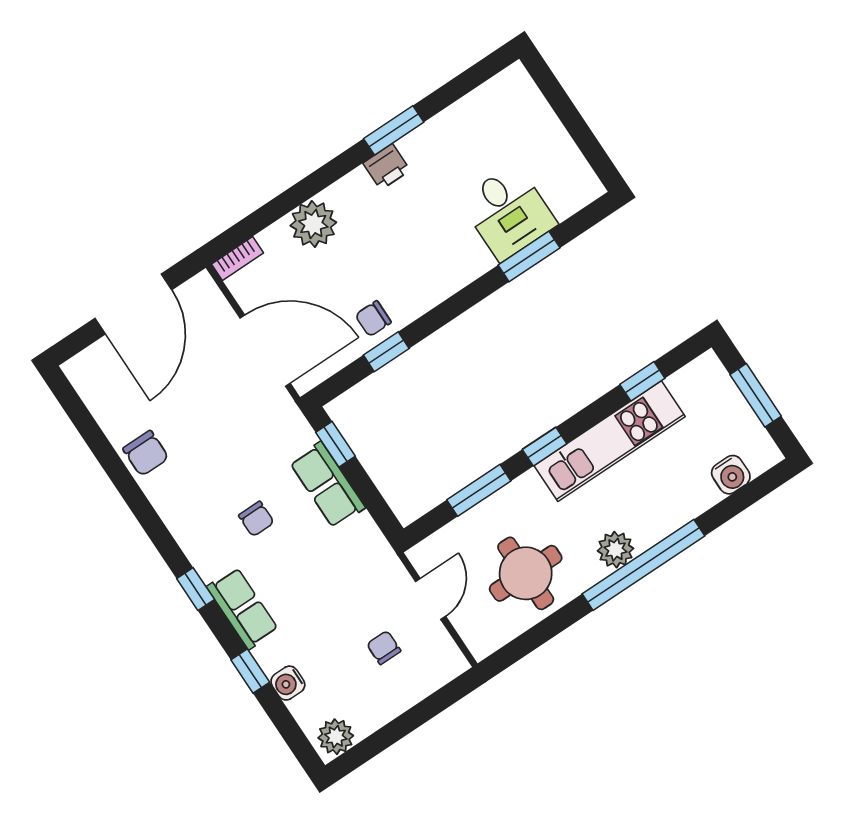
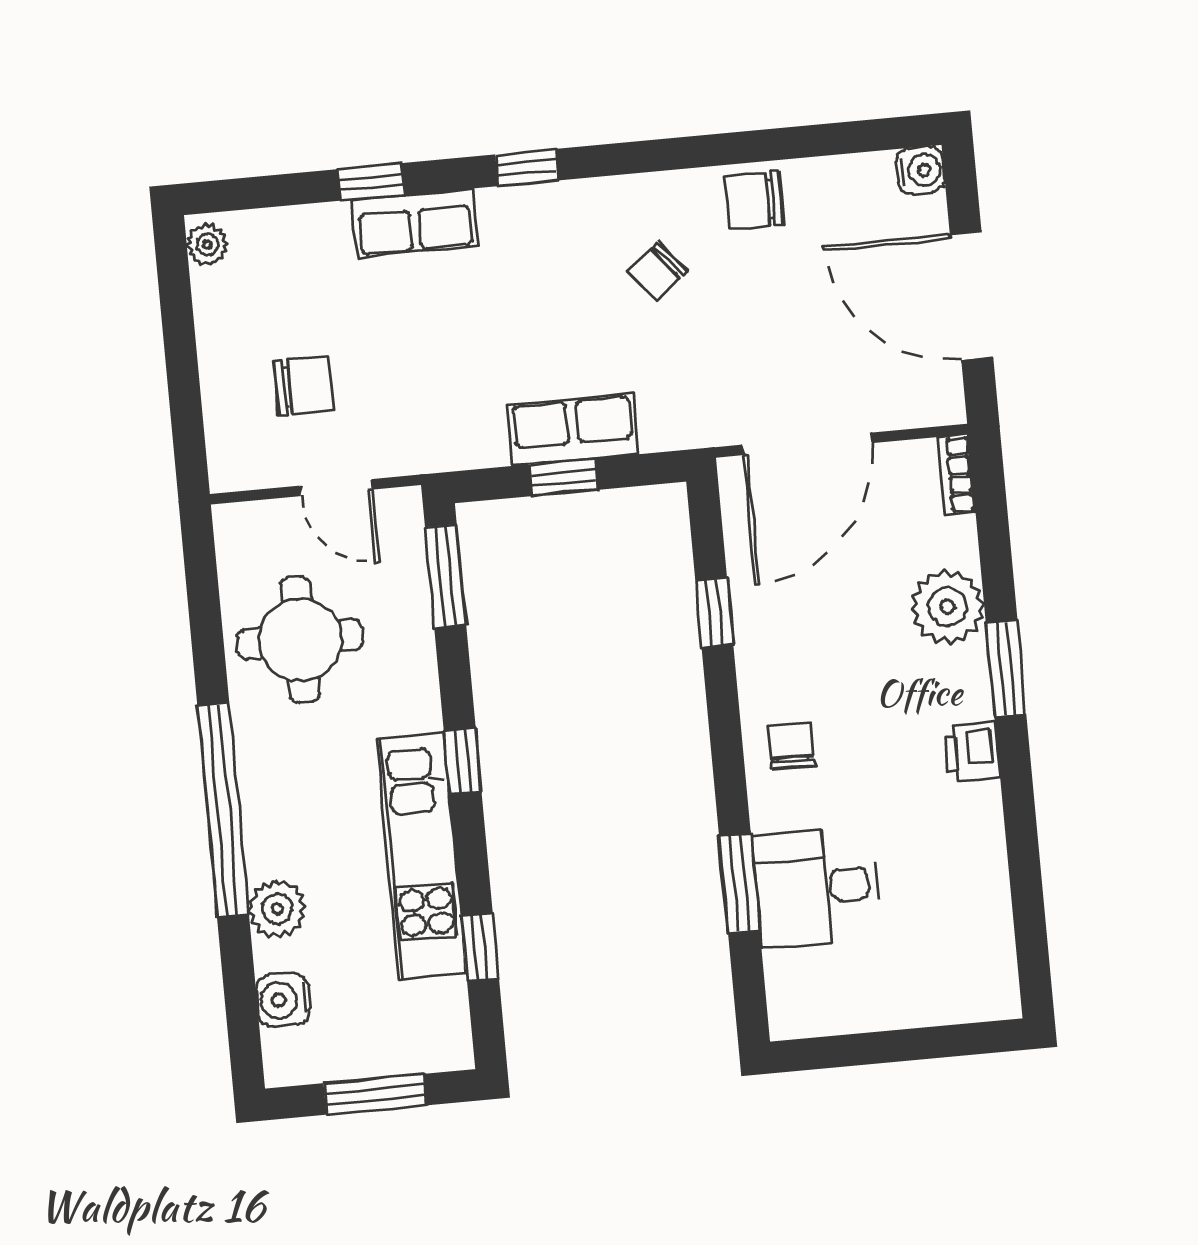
window: (394, 130) -> (1006, 668), moved
chair: (373, 319) -> (791, 746), moved
window: (335, 444) -> (563, 477), moved
window: (479, 490) -> (446, 576), moved
chair: (256, 519) -> (658, 271), moved, turned -40
plant: (615, 550) -> (277, 909), moved
row of seats: (242, 608) -> (415, 223), moved
chair: (384, 648) -> (304, 386), width x1.37, depth x1.37
water cooler: (288, 683) -> (921, 170), moved, turned 90
plant: (336, 737) -> (207, 245), width x0.73, depth x0.73

